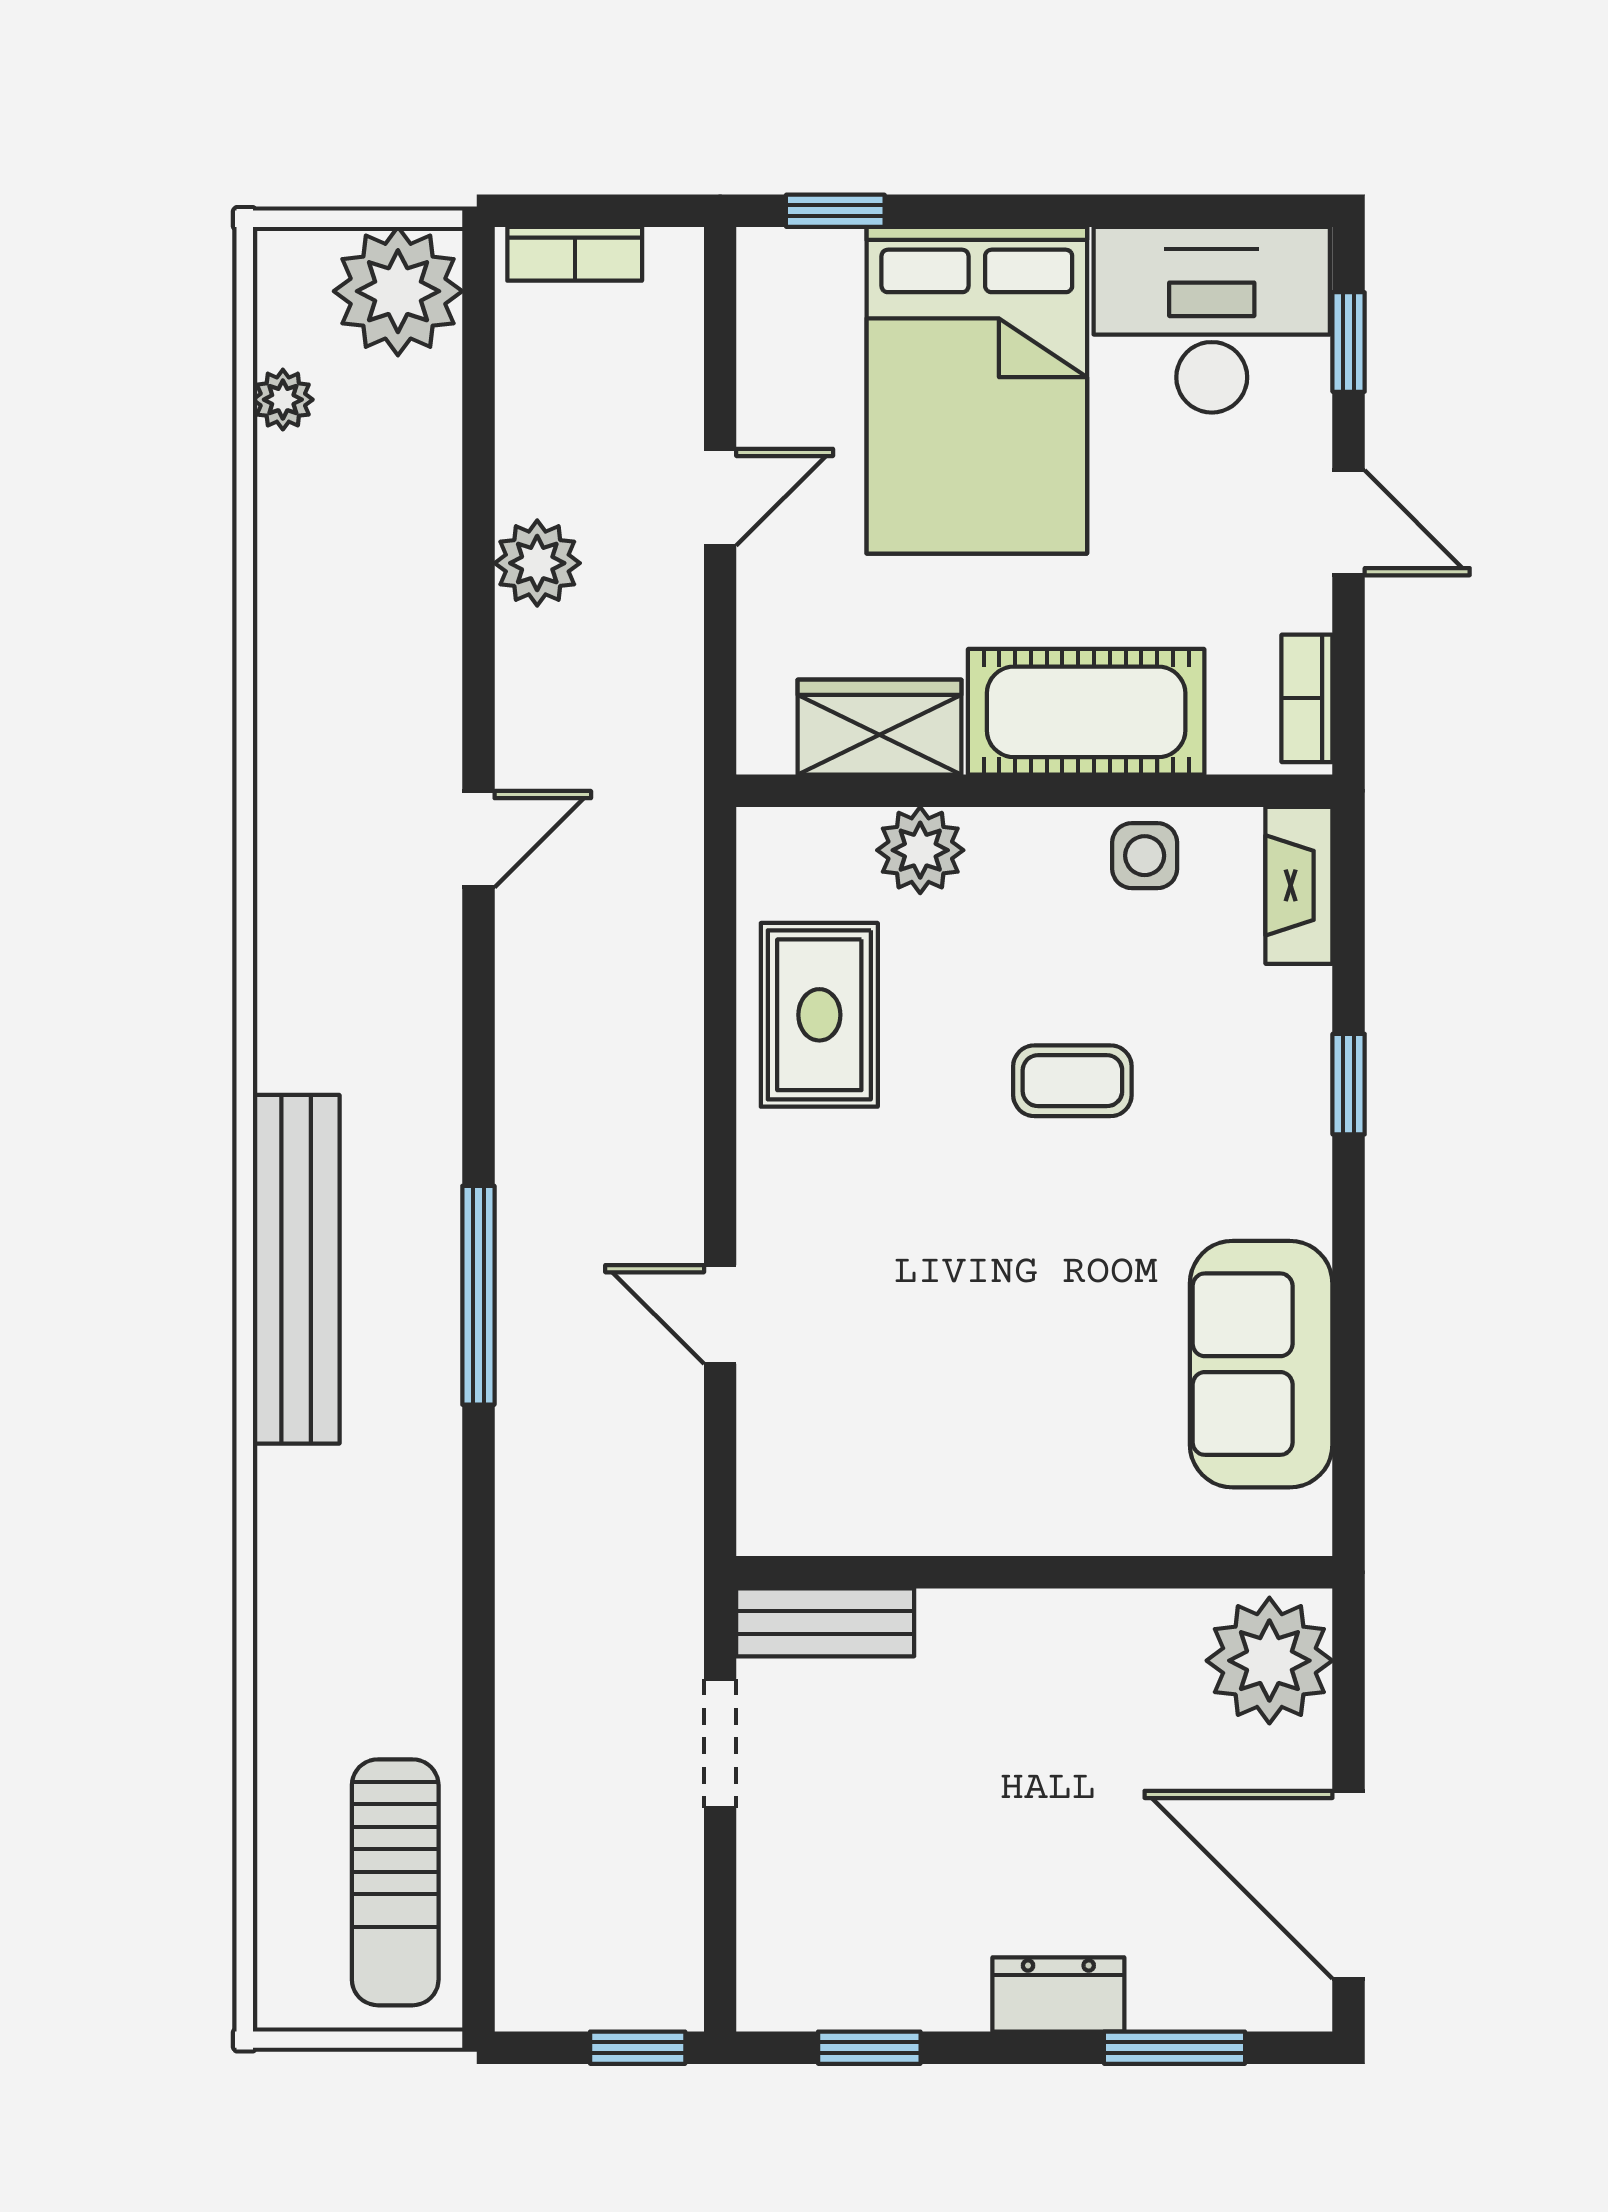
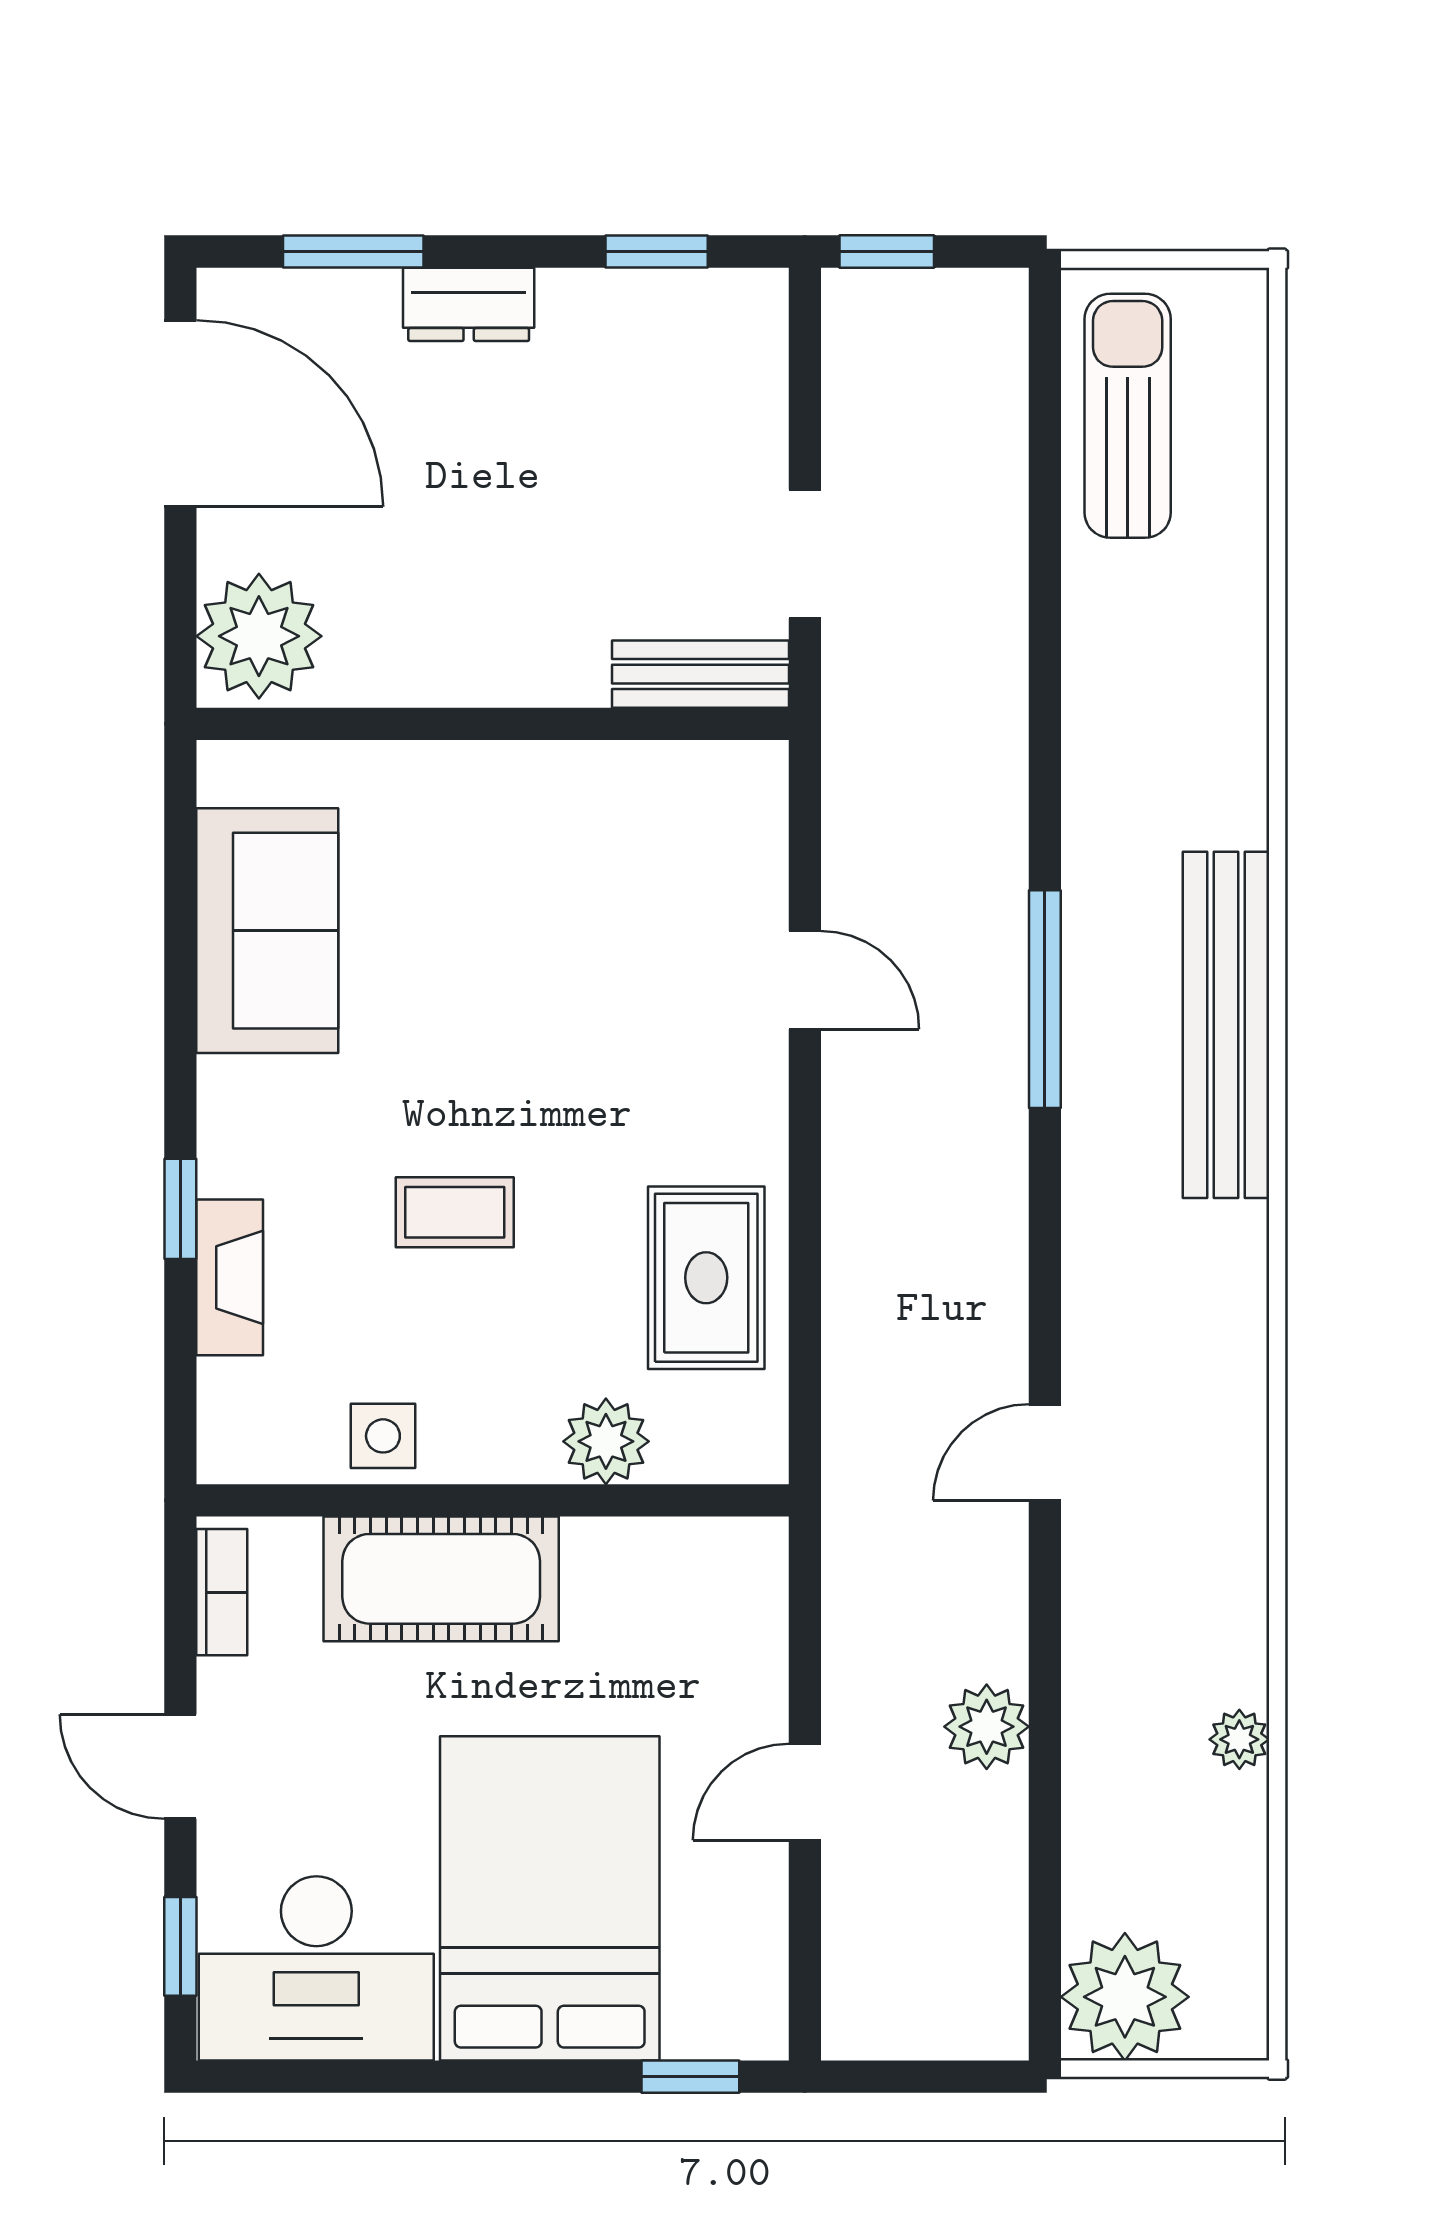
bookcase: (575, 254) -> (949, 2034), removed
plant: (283, 400) -> (1239, 1739), moved
wardrobe: (880, 727) -> (646, 1564), removed
fireplace: (1299, 885) -> (230, 1277), moved

